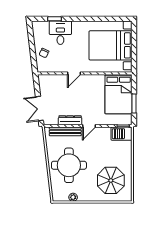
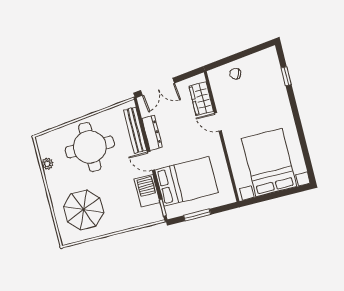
desk: (60, 33) -> (269, 89), removed
wardrobe: (55, 81) -> (201, 99), added
bed: (119, 94) -> (187, 181), moved, turned 180
double door: (39, 109) -> (157, 87), swing flipped
barbecue: (122, 134) -> (147, 191), moved

